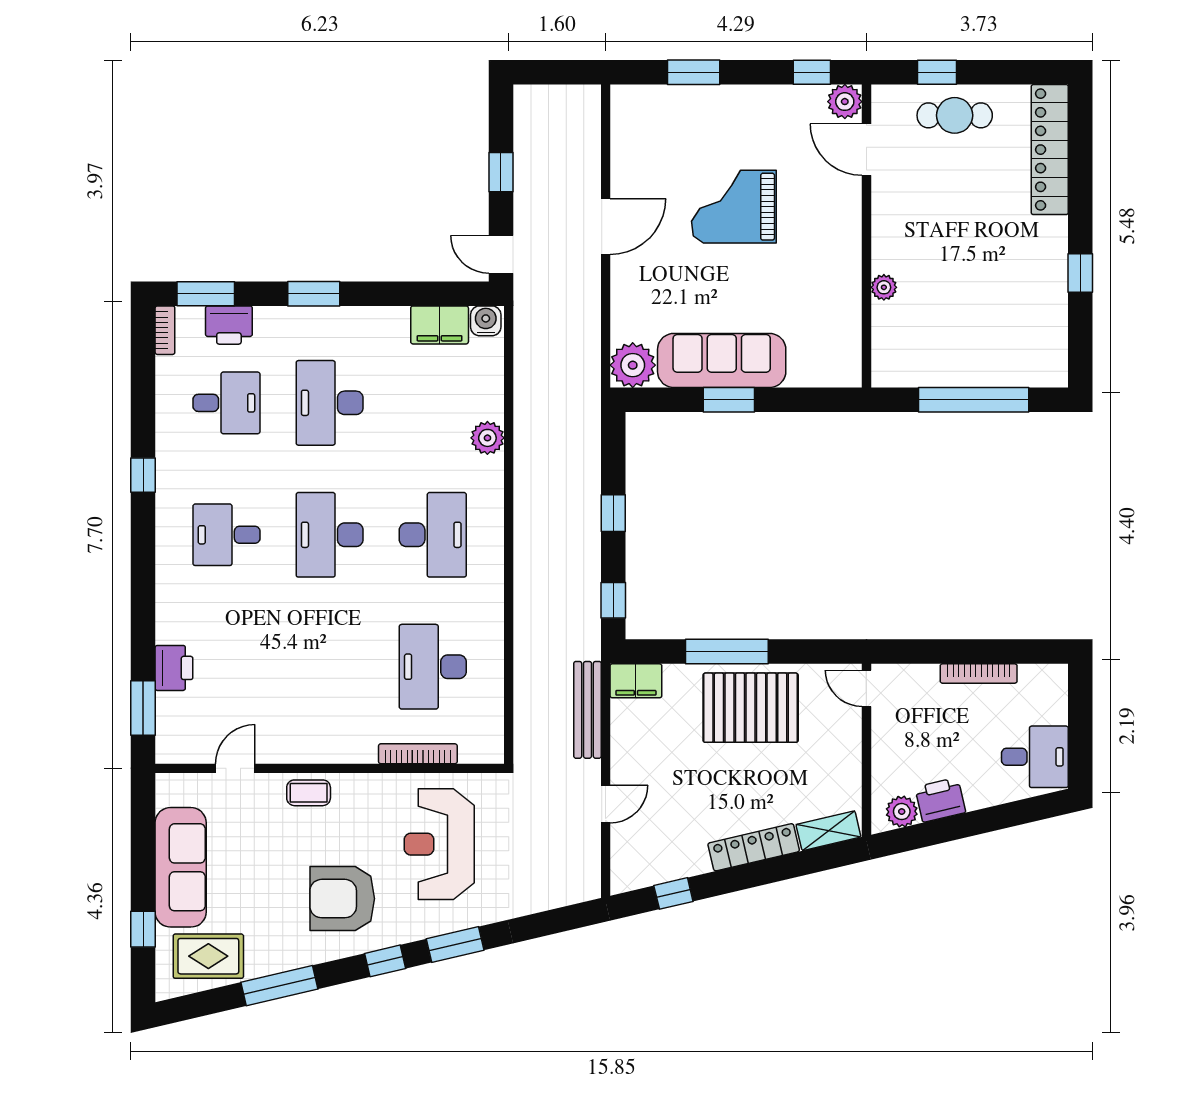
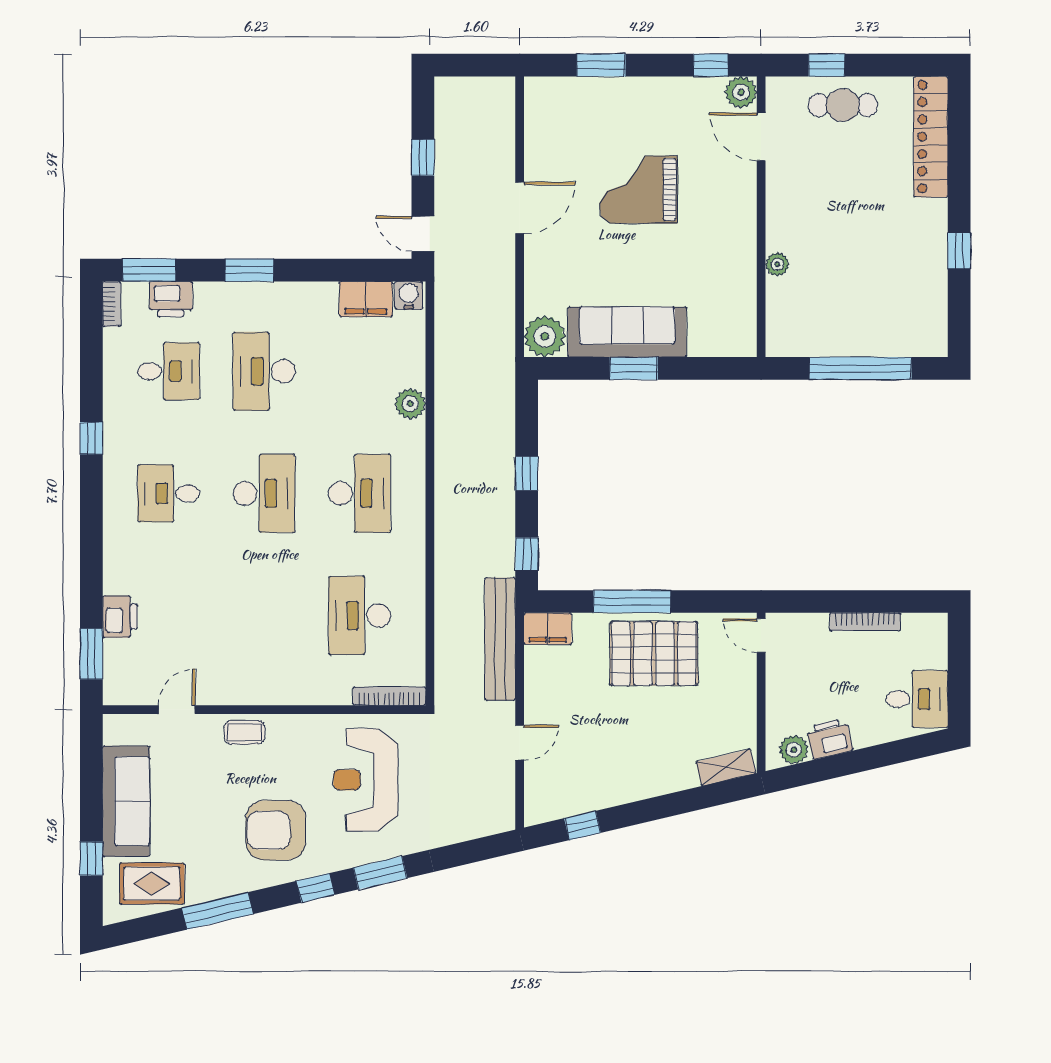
desk: (330, 535) -> (264, 493), turned 180
bench: (587, 710) -> (500, 639), width x1.37, depth x1.21
bookcase: (418, 754) -> (389, 696), moved
locker: (754, 847) -> (657, 783), removed

